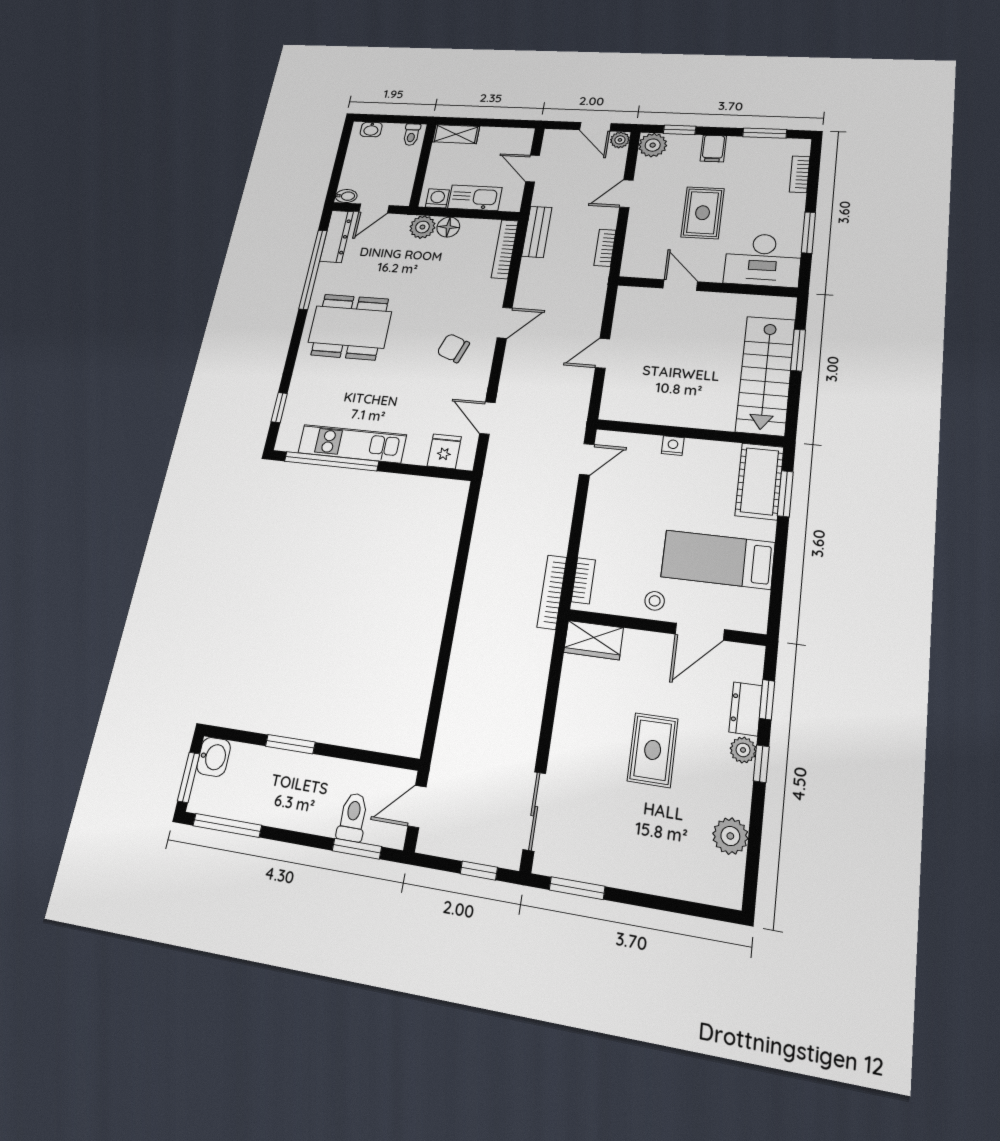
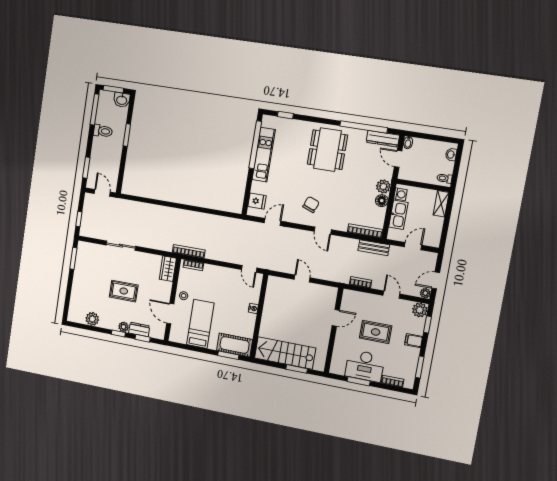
desk: (763, 260) -> (365, 366), moved, turned -90
sliding door: (534, 811) -> (121, 246), moved
toilet: (353, 817) -> (103, 131), moved

